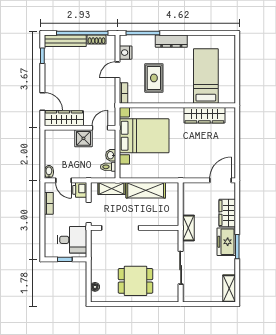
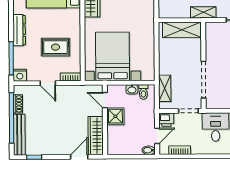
nightstand: (126, 53) -> (20, 75), moved
shelving: (146, 190) -> (182, 30), moved, turned 90

